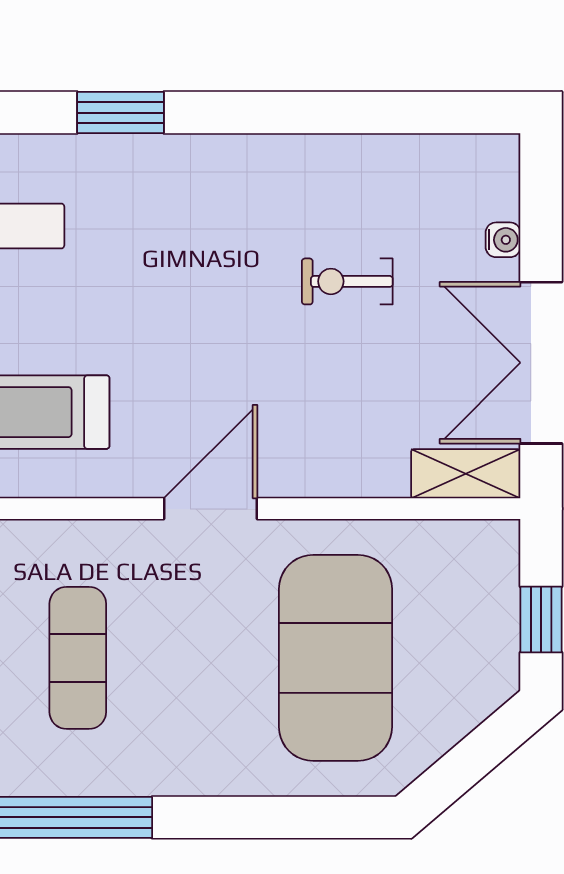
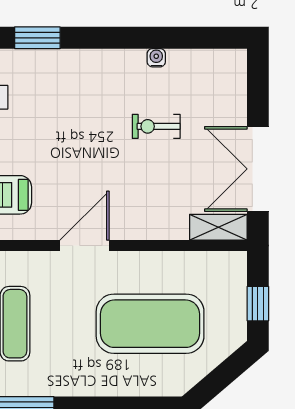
water cooler: (503, 240) -> (156, 58), moved, turned -90
exercise mat: (335, 658) -> (150, 324), turned 90

